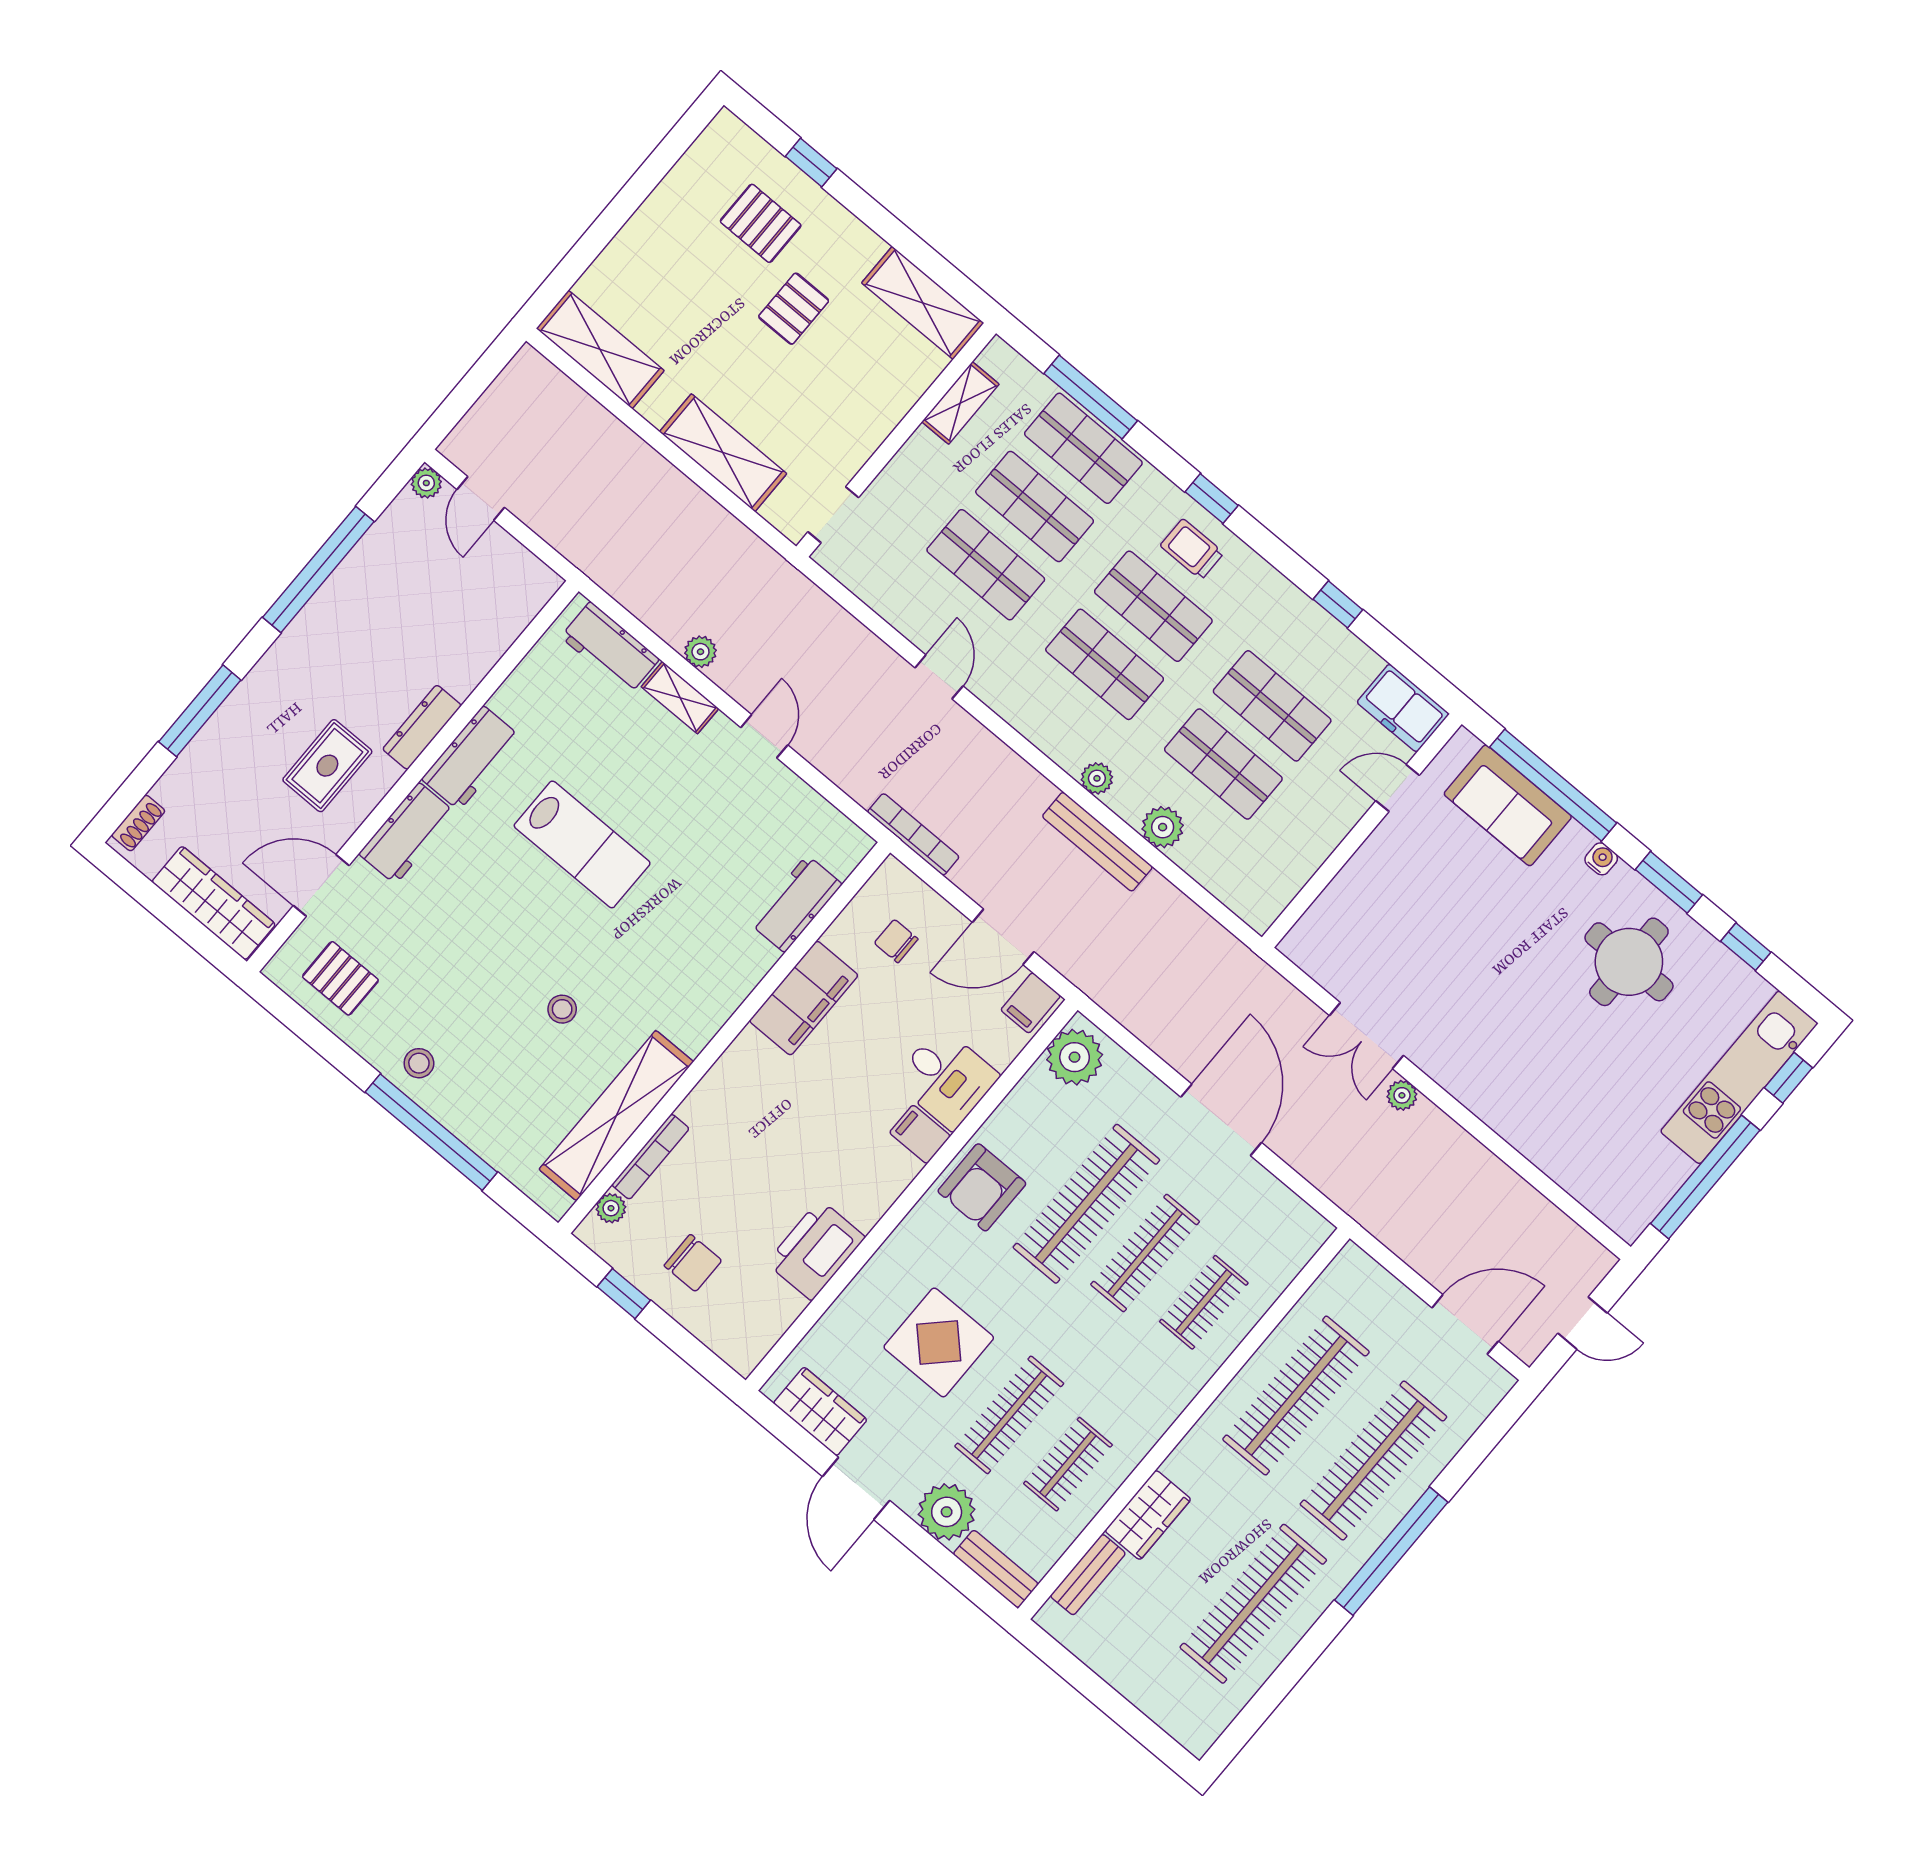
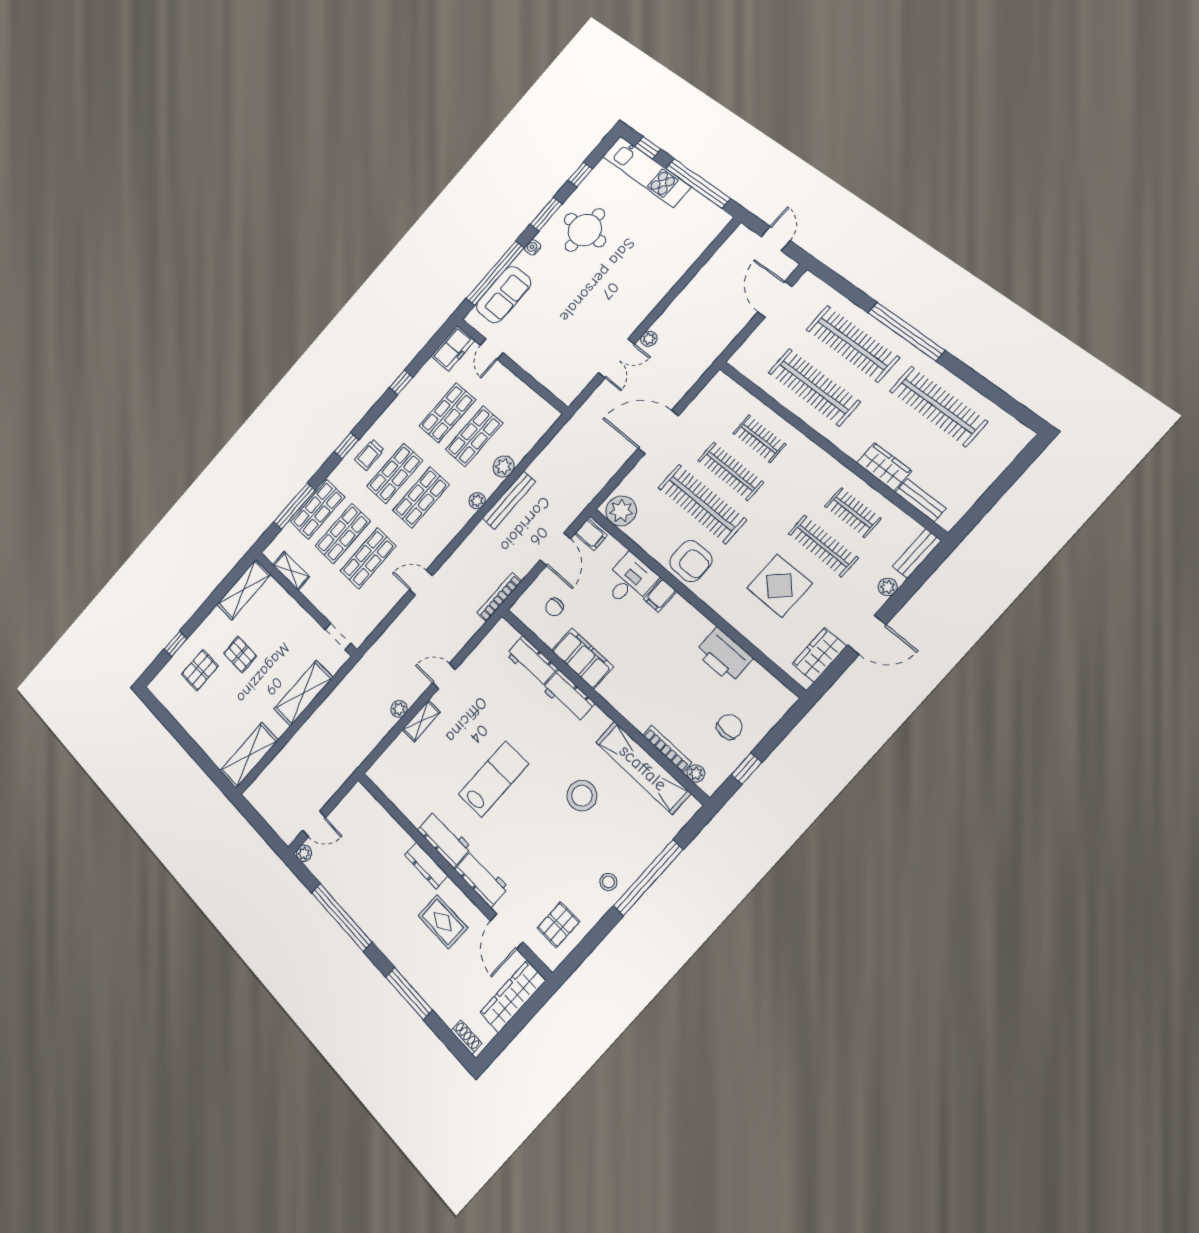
workbench: (610, 648) -> (568, 696), moved, turned 90
stool: (562, 1009) -> (582, 796), width x1.89, depth x1.89
plant: (947, 1512) -> (888, 587), width x0.53, depth x0.53

